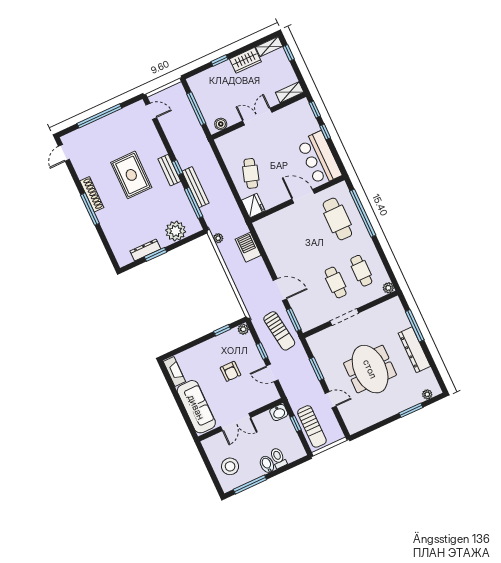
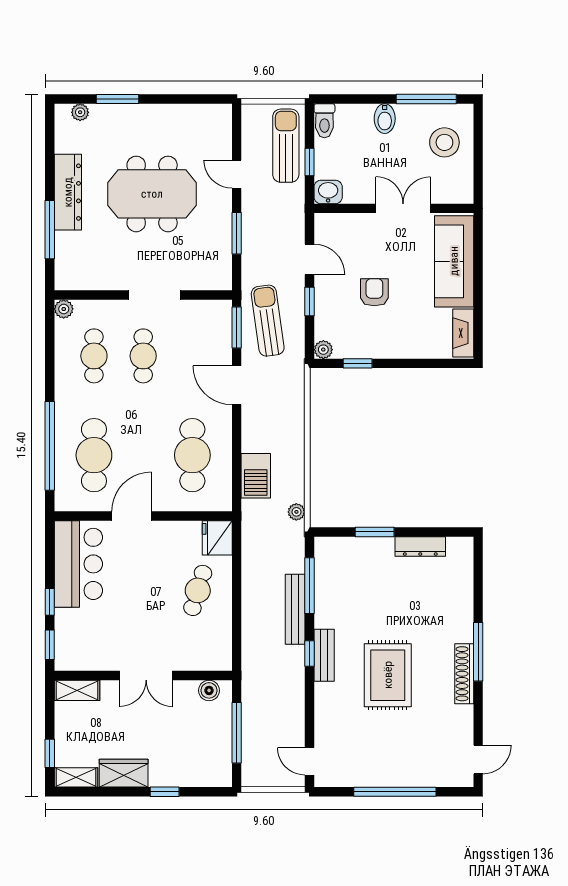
door: (303, 196) -> (132, 516), swing flipped
plant: (176, 231) -> (359, 554), removed
cafe table: (286, 243) -> (192, 455), added
window: (155, 254) -> (375, 532), moved
meeting table: (370, 369) -> (152, 194), turned 90
toilet: (278, 458) -> (324, 121), moved

